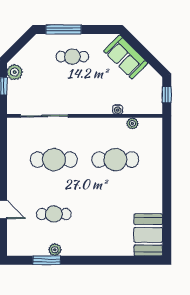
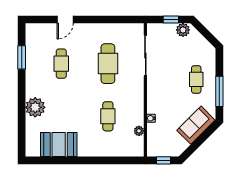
window: (64, 29) -> (219, 91), moved
cafe table: (115, 160) -> (108, 116), width x0.73, depth x0.74
booth: (148, 235) -> (59, 145), moved
plant: (55, 250) -> (35, 107), moved, width x1.87, depth x1.87

